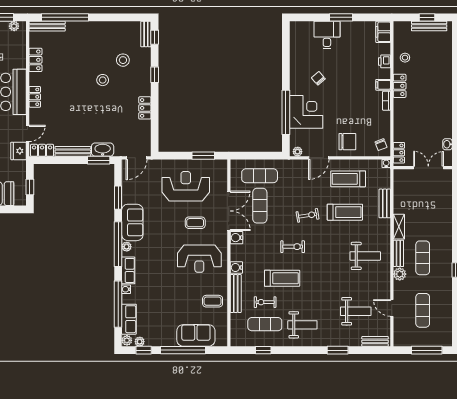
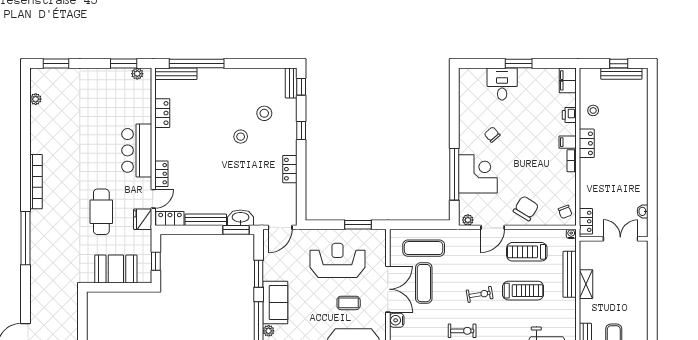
locker: (35, 97) -> (161, 174), moved
chair: (347, 142) -> (526, 208), turned -58
bench: (385, 203) -> (570, 274), width x1.36
shelving: (399, 227) -> (586, 284), moved

